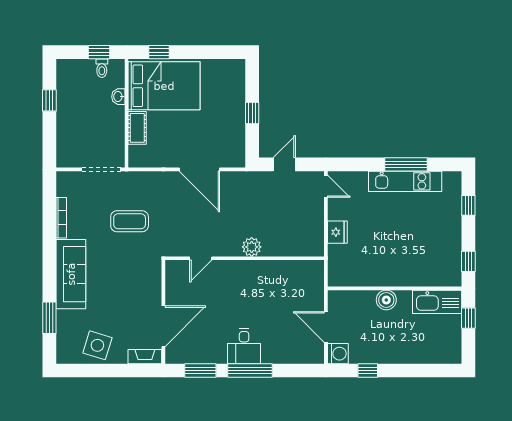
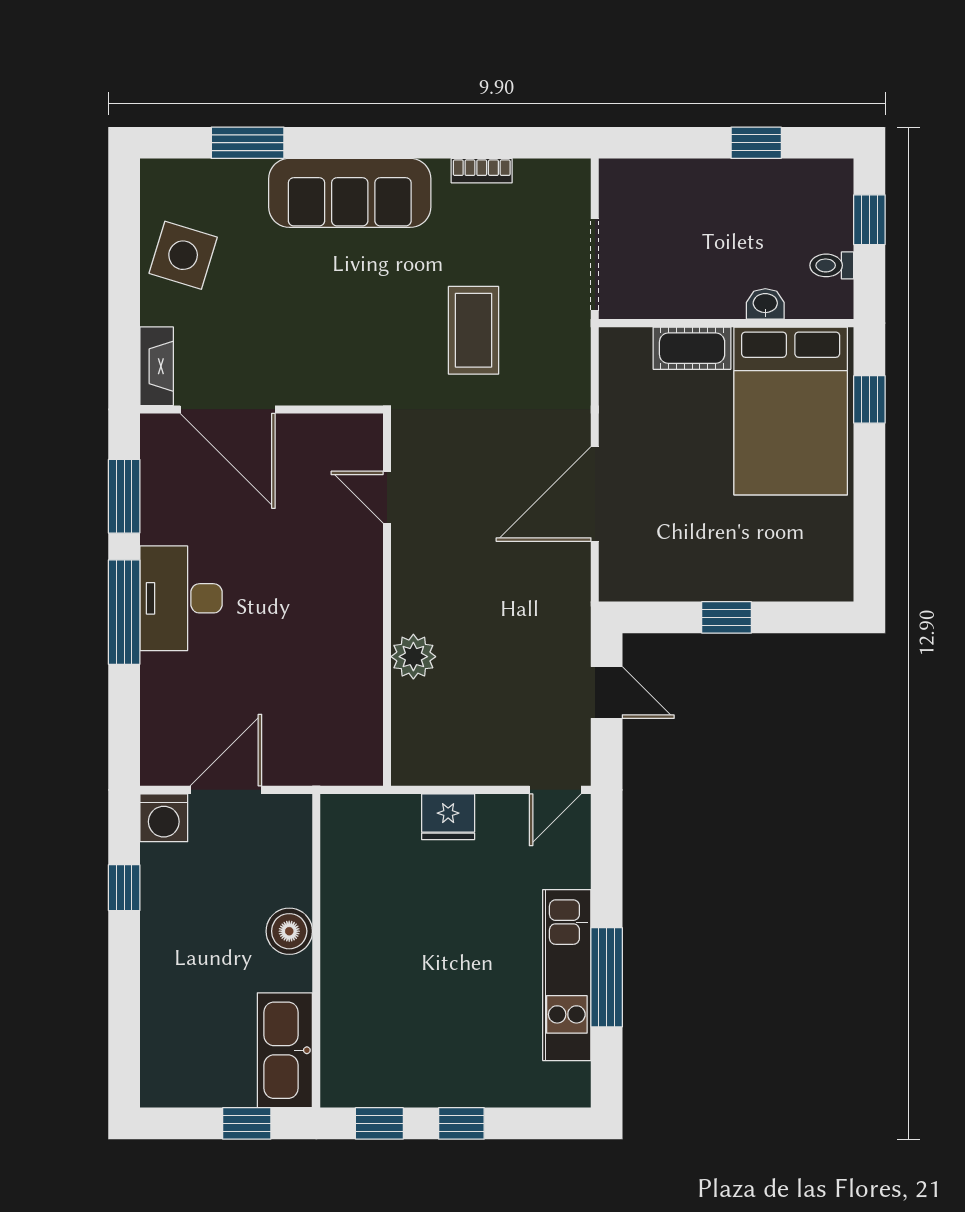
window: (99, 52) -> (869, 220), moved
window: (468, 205) -> (461, 1123), moved
bookcase: (61, 218) -> (482, 171), width x0.64
plant: (252, 247) -> (413, 657), moved
desk: (244, 346) -> (181, 598), width x1.37

